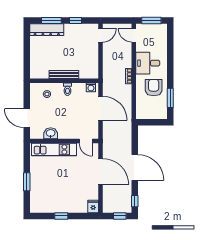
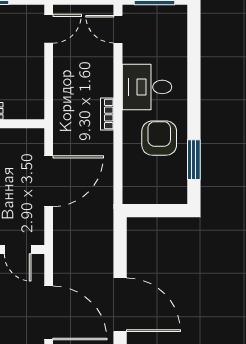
washing machine: (91, 87) -> (29, 138), removed
door: (101, 108) -> (49, 181), hinge flipped

